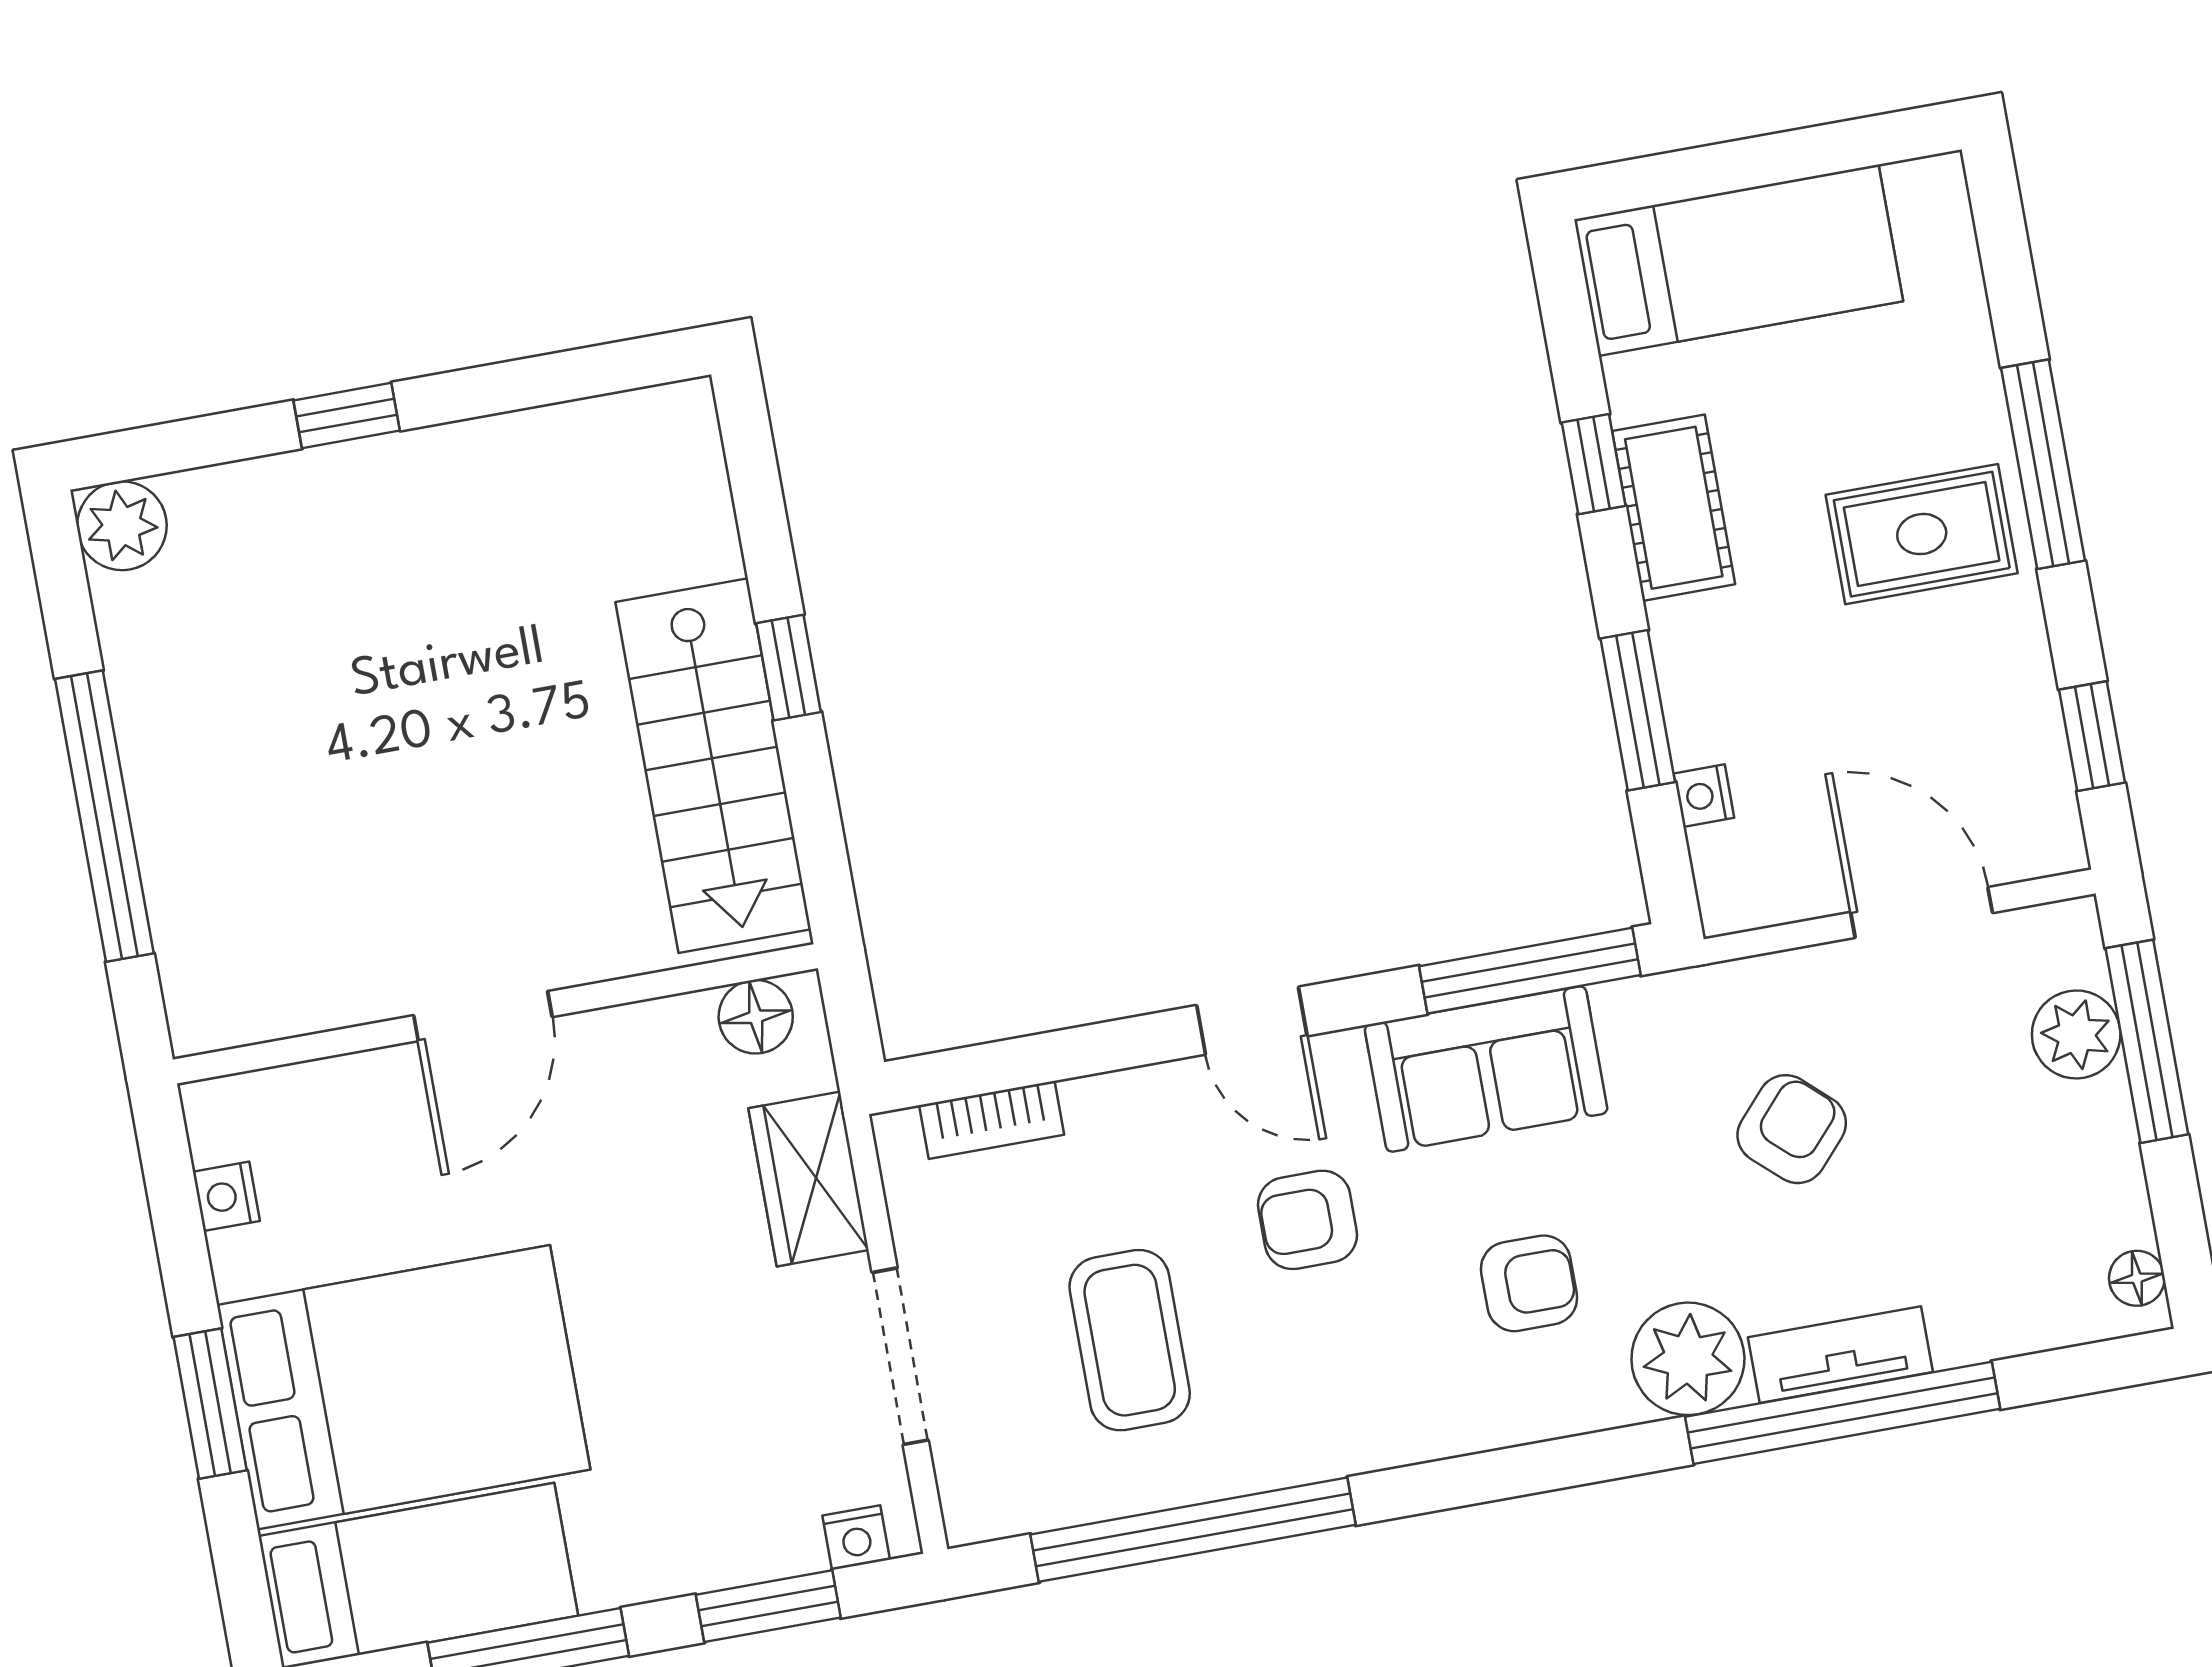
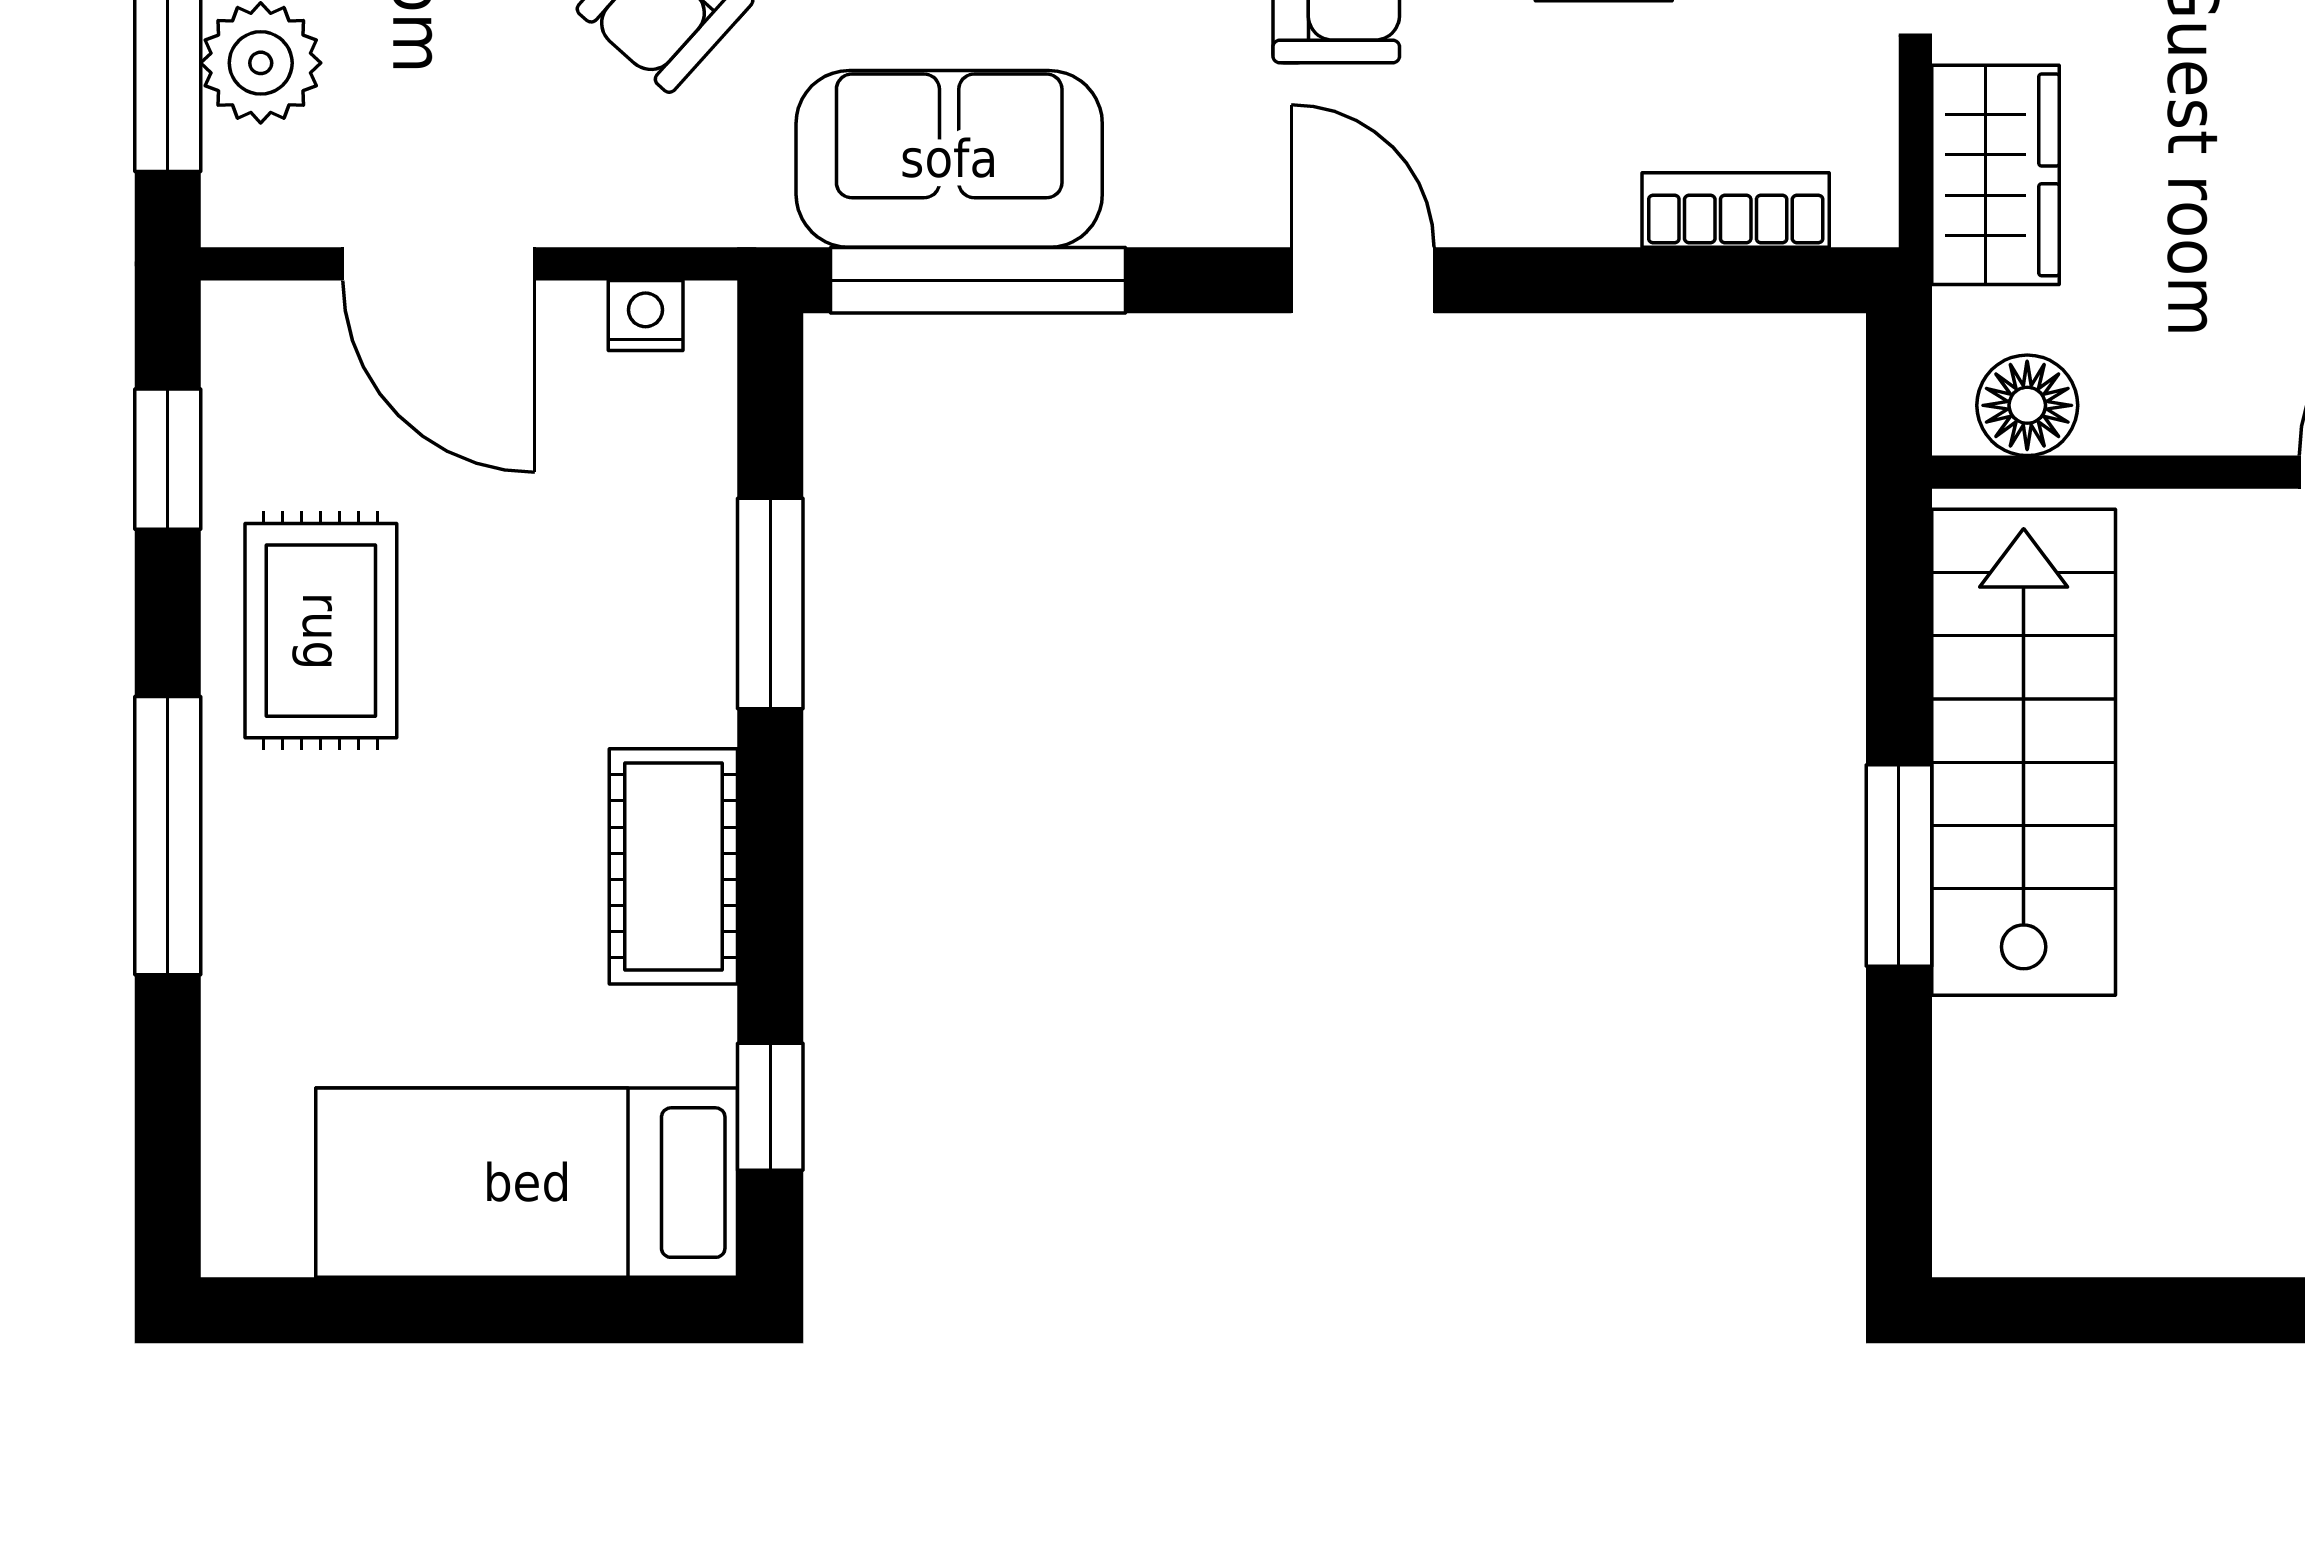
window: (1594, 464) -> (770, 1107), moved
rug: (1922, 534) -> (321, 631), moved, turned 90
window: (788, 668) -> (1899, 866), width x1.50
nightstand: (1704, 796) -> (646, 316), moved, turned -90
sofa: (1486, 1069) -> (949, 159), moved

